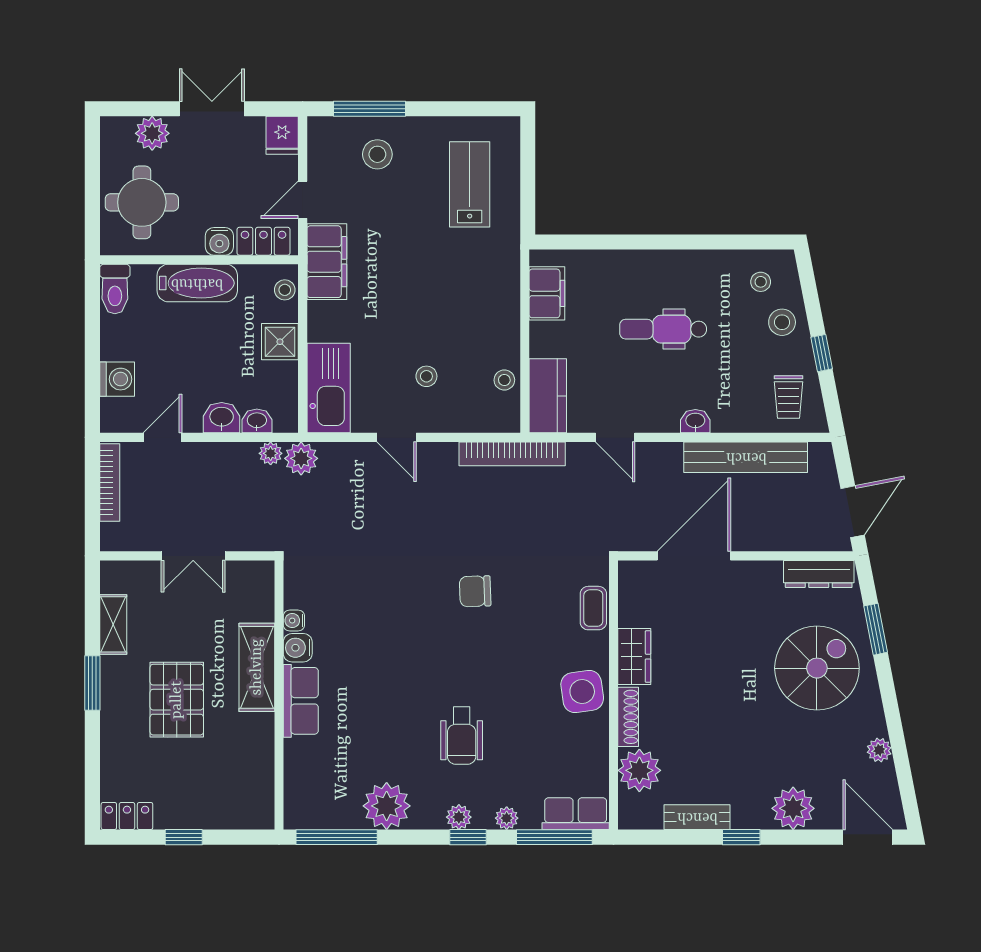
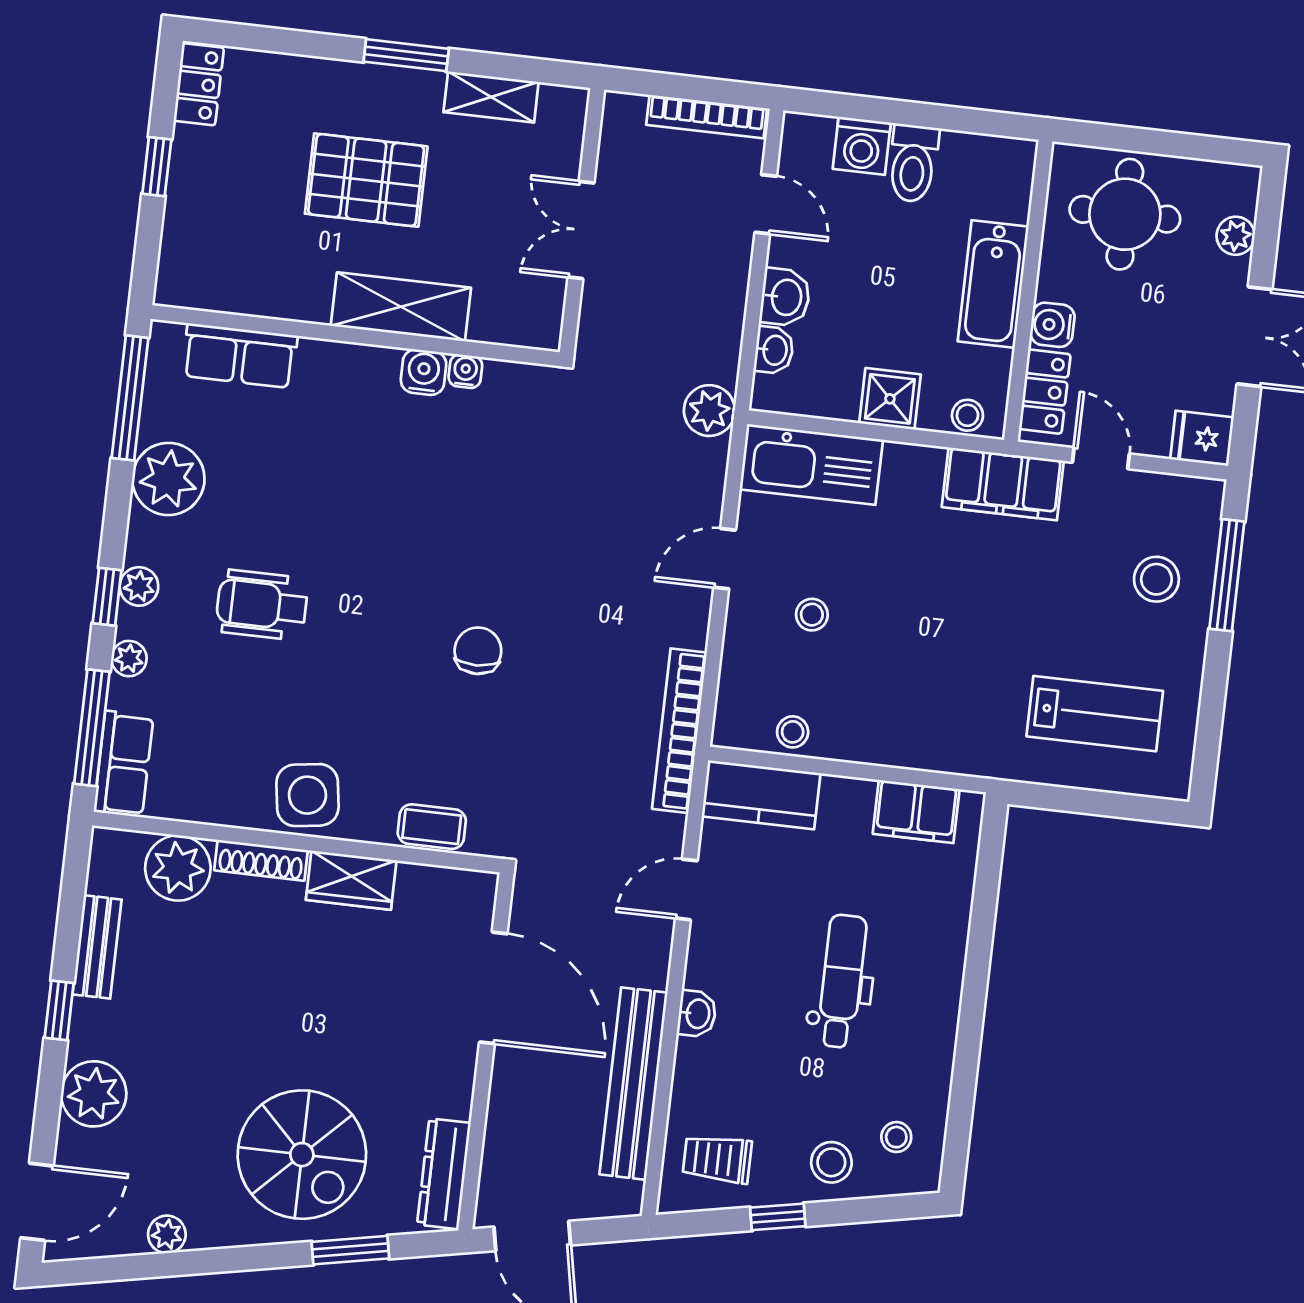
plant: (152, 133) -> (1236, 236), width x0.73, depth x0.73
toilet: (115, 289) -> (913, 163), moved, turned -90
plant: (271, 453) -> (722, 365), removed
row of seats: (301, 701) -> (240, 356), moved

